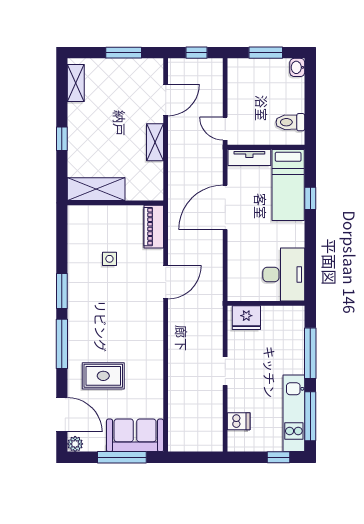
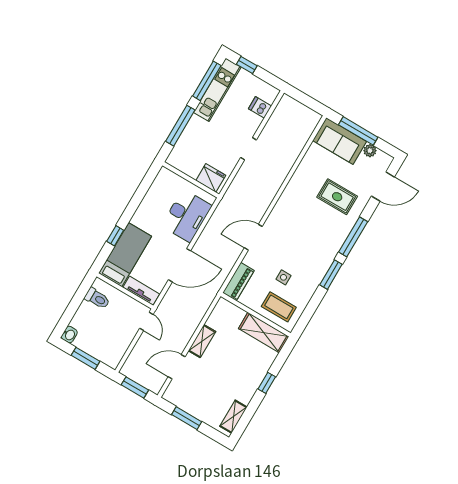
window: (196, 53) -> (135, 387), width x1.50
coffee table: (96, 225) -> (279, 307), added
desk: (284, 274) -> (187, 216), moved, turned 180
door: (62, 415) -> (383, 186), swing flipped
plant: (75, 444) -> (370, 151), moved

